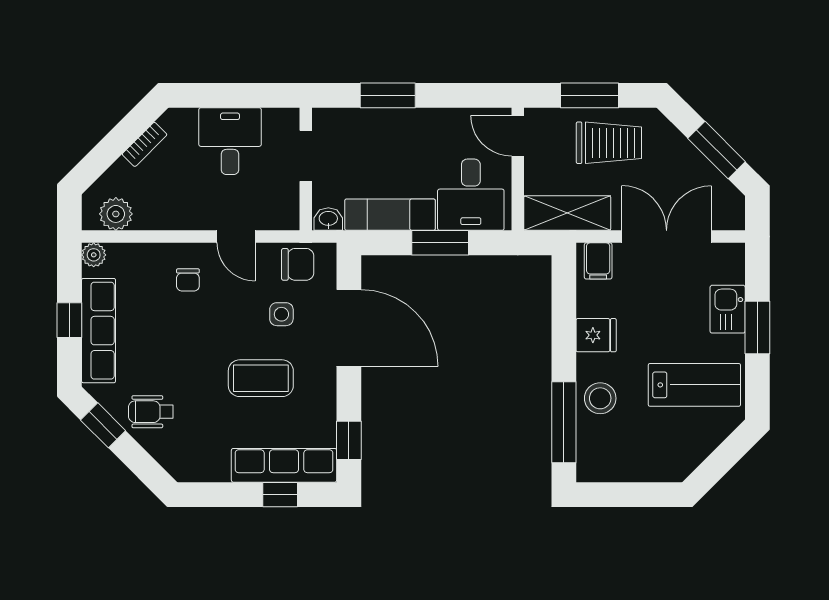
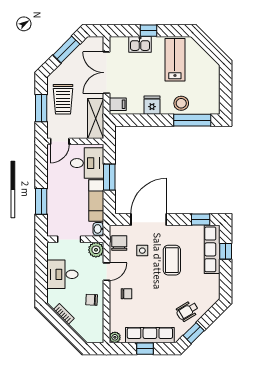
trolley: (609, 143) -> (63, 99), turned 180
chair: (175, 204) -> (92, 300), added
plant: (116, 214) -> (96, 250), moved
window: (757, 328) -> (148, 31), width x0.67
wheelchair: (151, 412) -> (187, 311), turned 59

